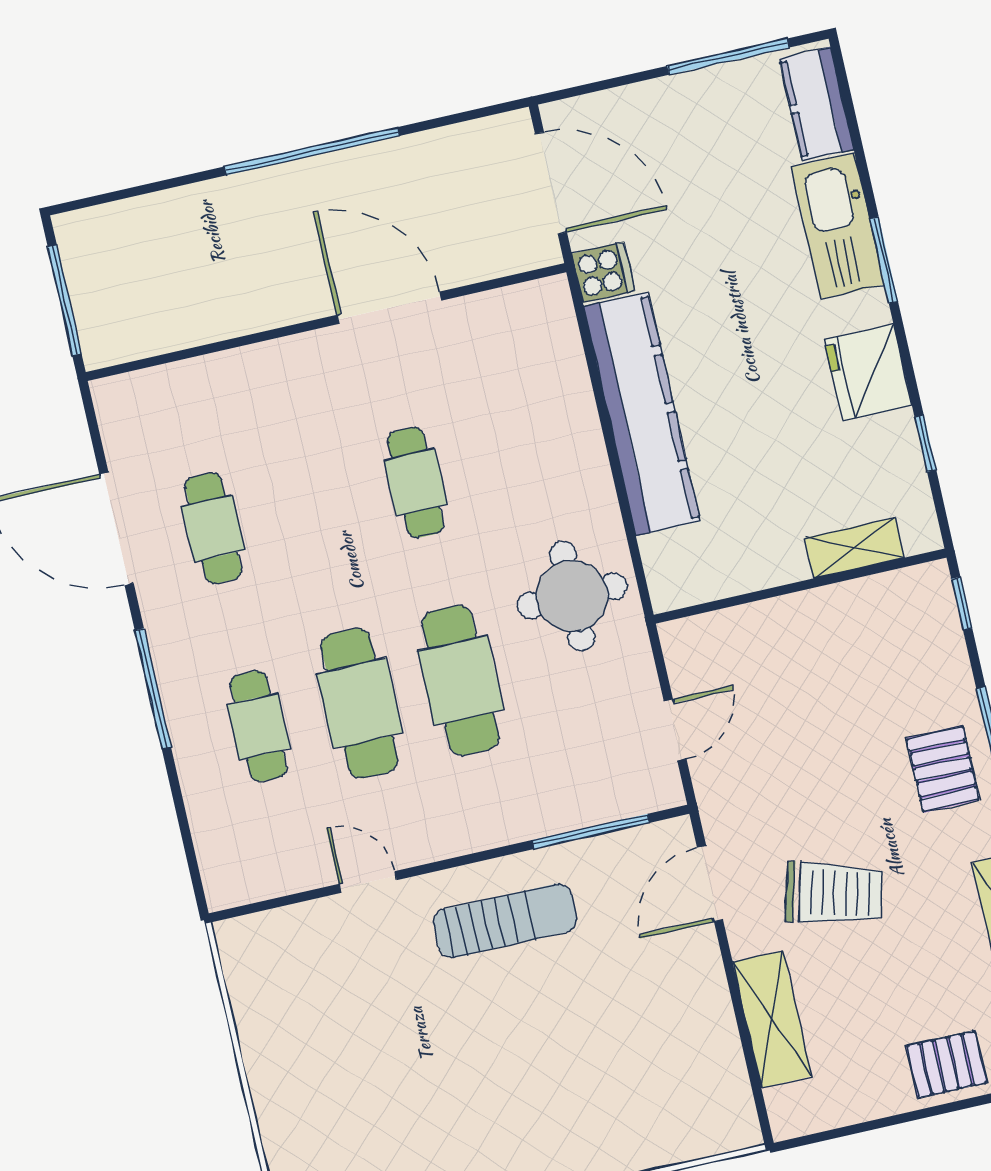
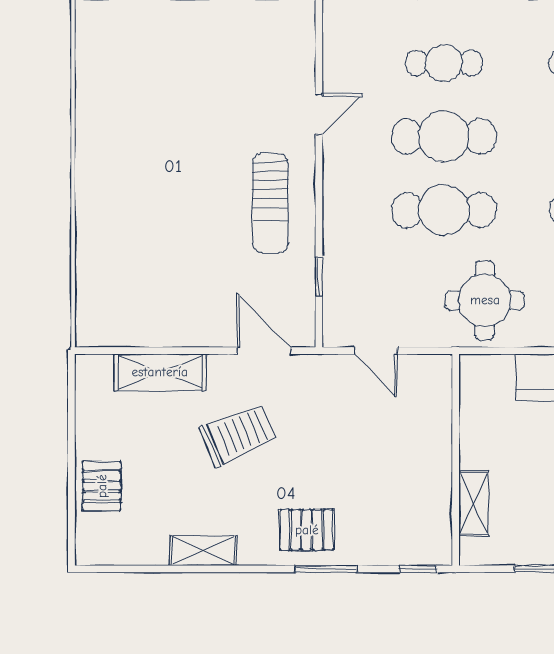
window: (591, 831) -> (319, 277), width x0.46
trolley: (834, 893) -> (238, 435), turned -128

